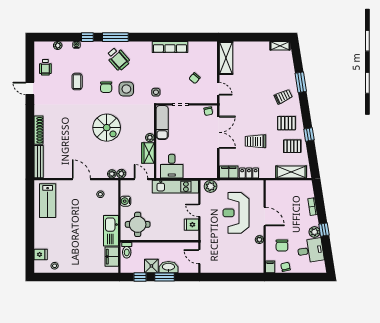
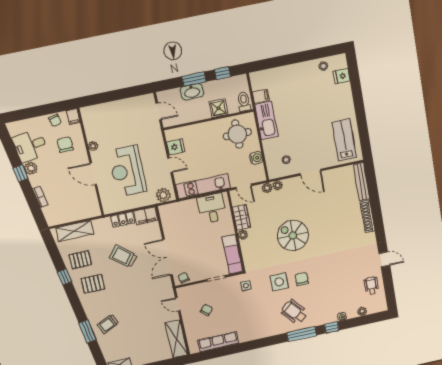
row of seats: (170, 47) -> (218, 342), moved
coffee table: (77, 82) -> (335, 278), removed
trolley: (283, 97) -> (108, 324), moved
trolley: (255, 141) -> (123, 256), turned -141
reception desk: (236, 213) -> (127, 171), turned 180
filing cabinet: (112, 257) -> (261, 96), width x0.50
shower: (151, 266) -> (218, 108), moved

